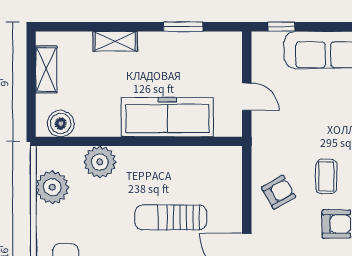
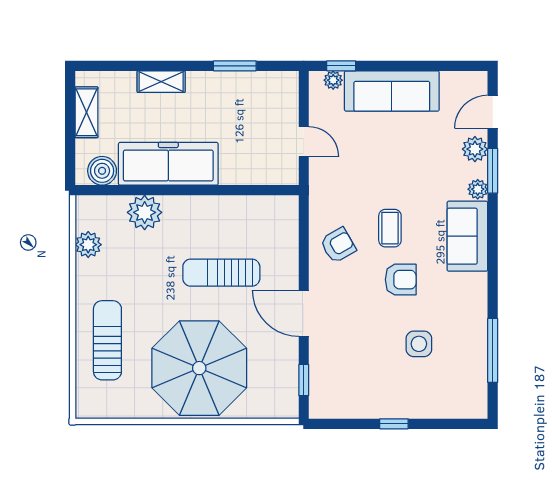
plant: (274, 40) -> (333, 80), added
freezer: (167, 117) -> (168, 164), moved
plant: (52, 187) -> (88, 245), width x0.73, depth x0.73

